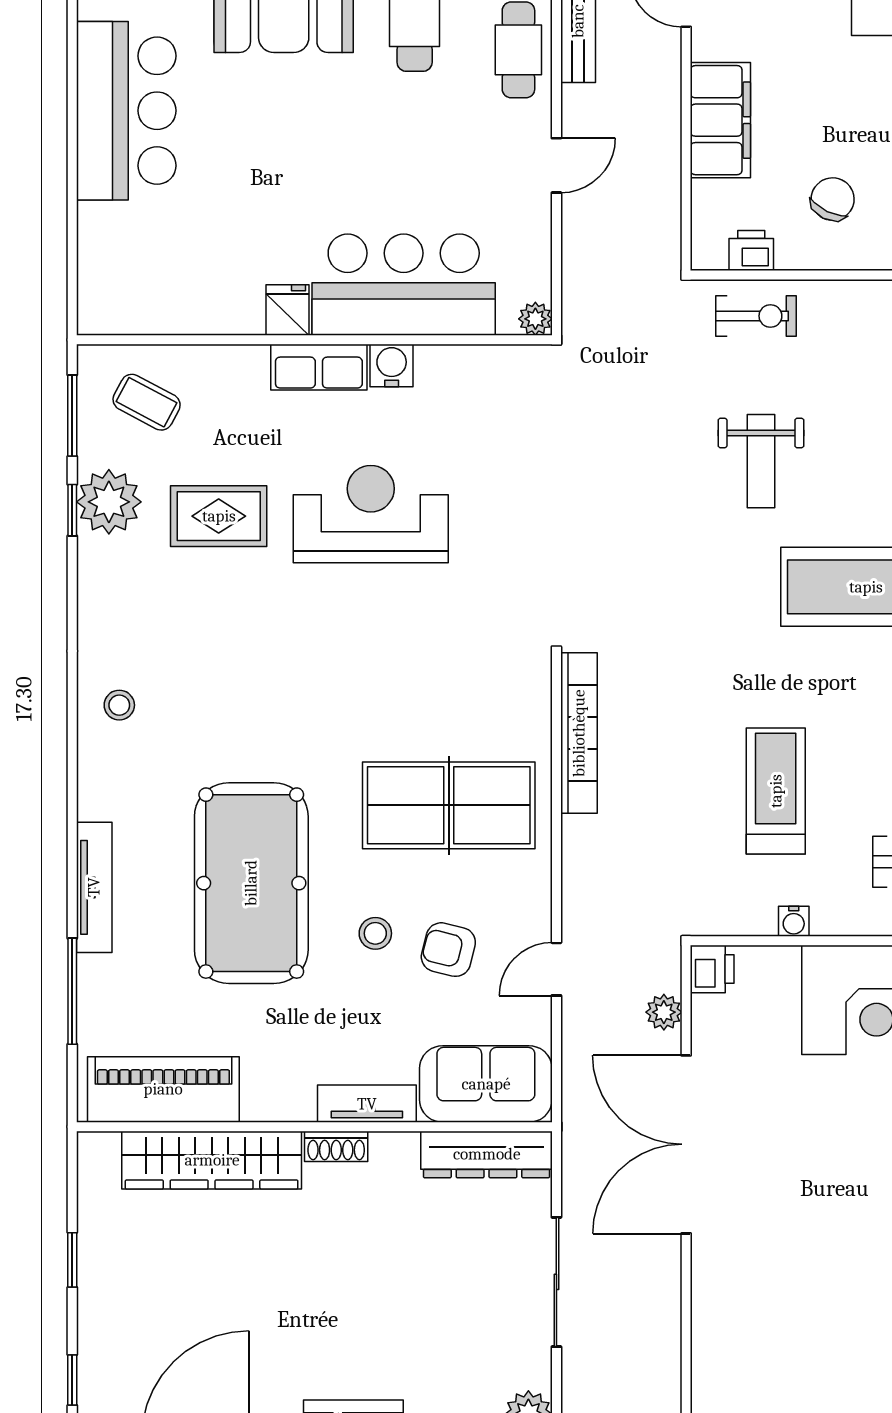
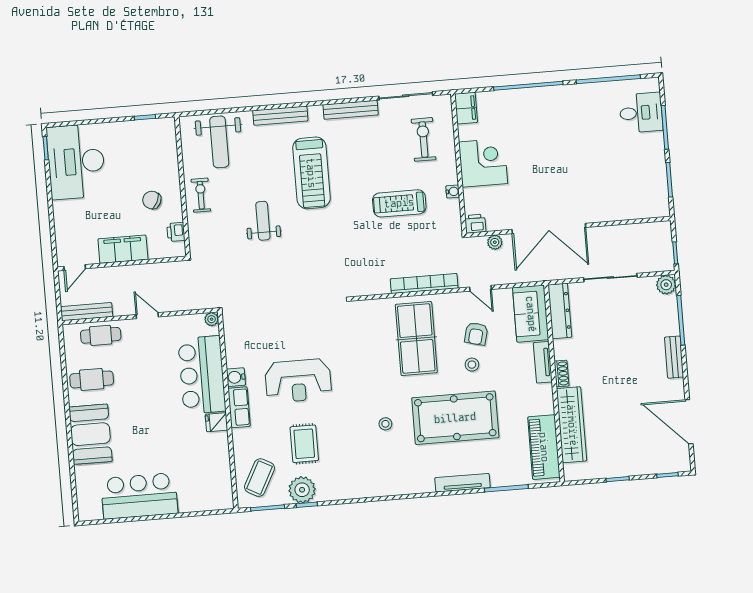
exercise bike: (756, 316) -> (201, 195), moved
coffee table: (147, 402) -> (259, 478), width x1.36, depth x1.30
weight bench: (761, 461) -> (263, 221), turned -90
reception desk: (371, 514) -> (298, 381), turned -90
stool: (119, 705) -> (385, 424), moved
bookcase: (579, 733) -> (424, 283), moved

